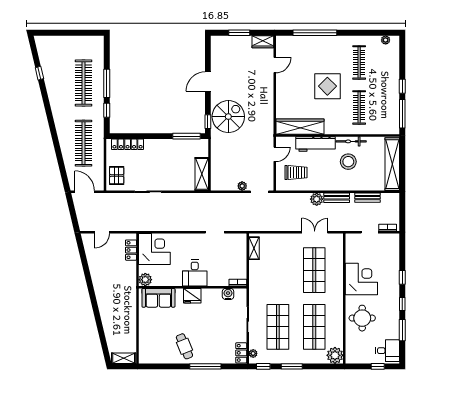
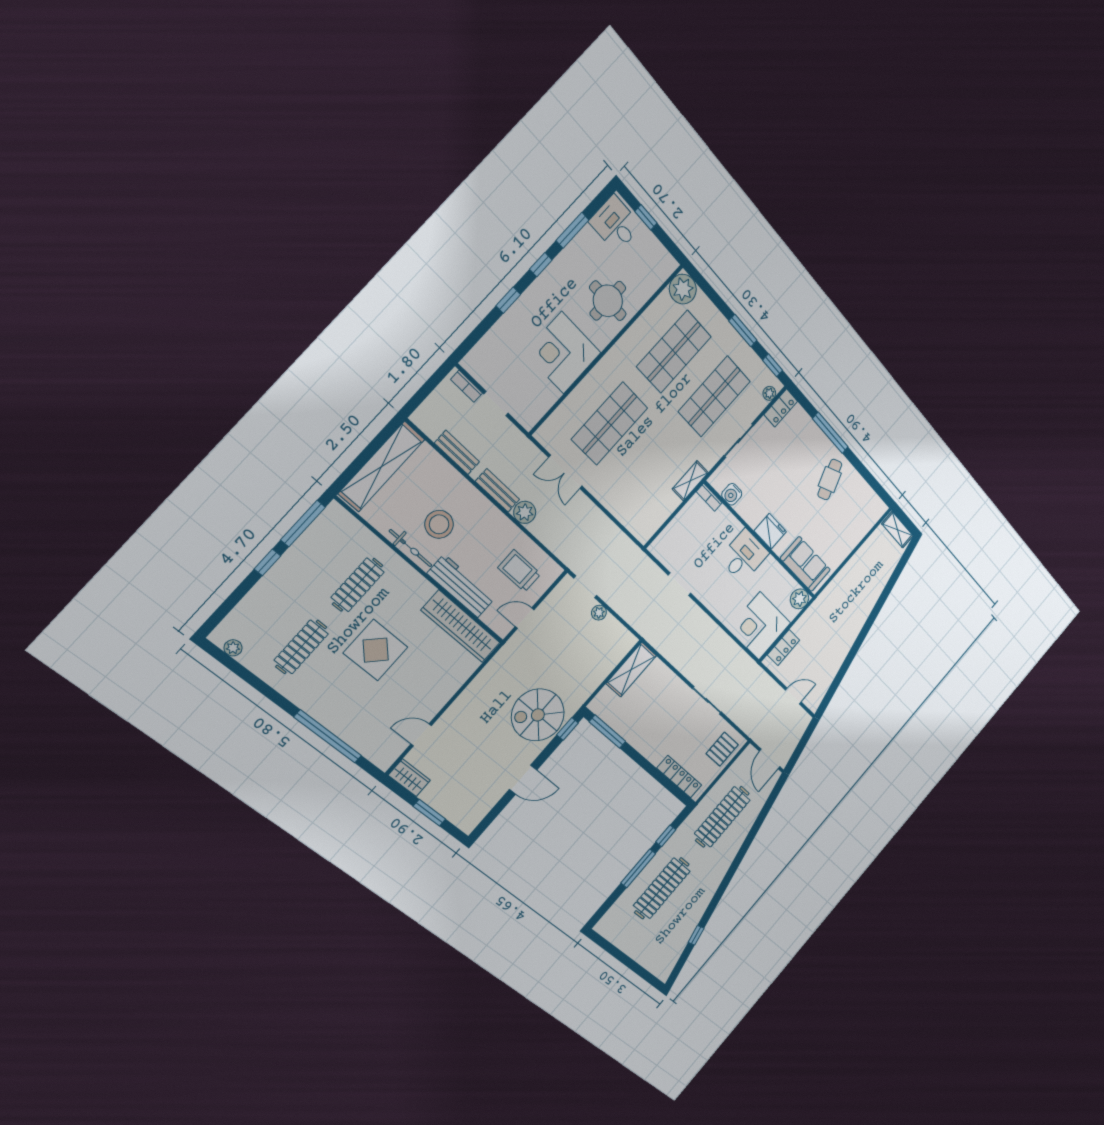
shelving: (254, 248) -> (690, 481), moved

